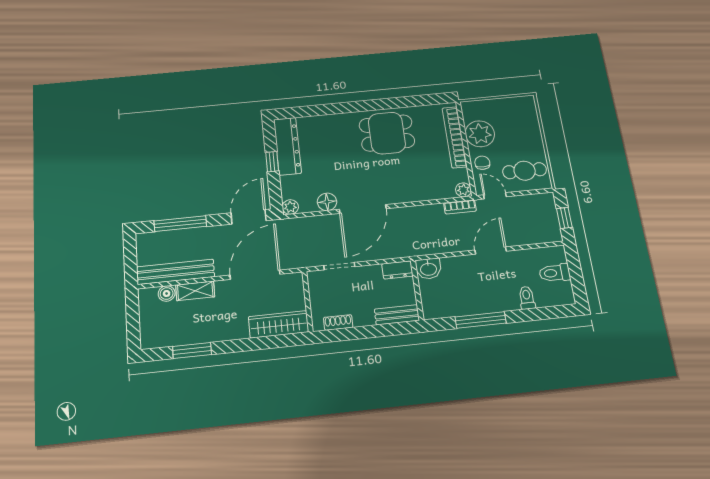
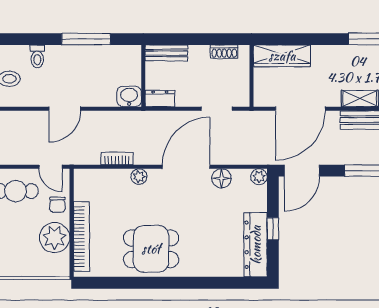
plant: (463, 190) -> (139, 177), moved
bookcase: (460, 207) -> (117, 158), moved

